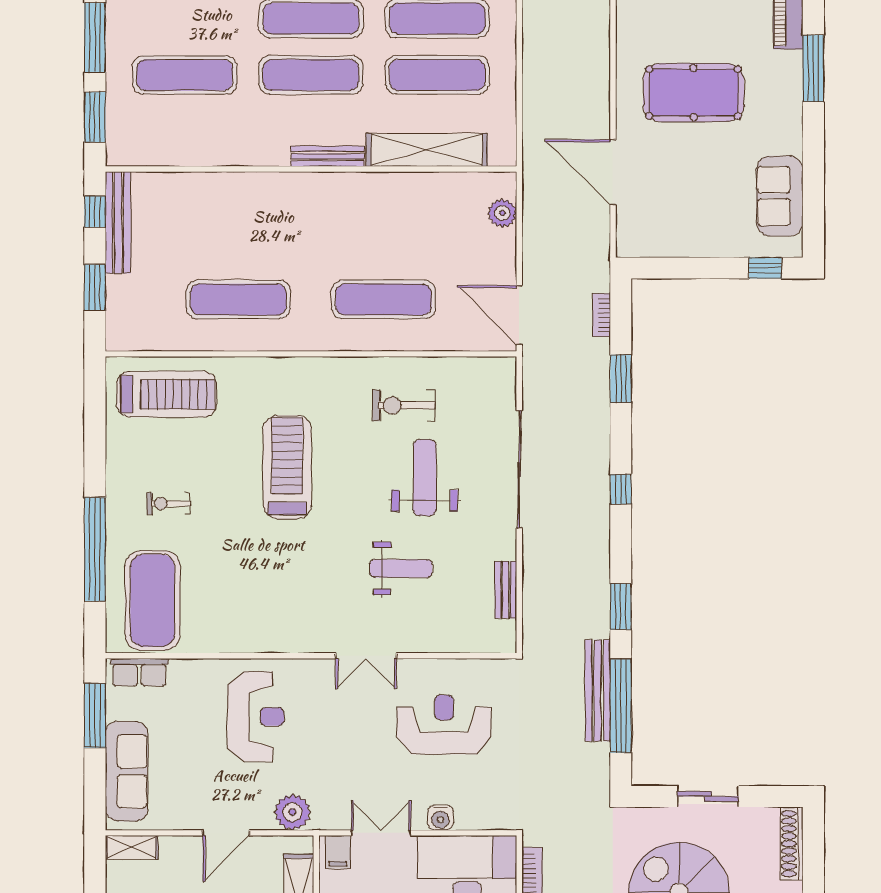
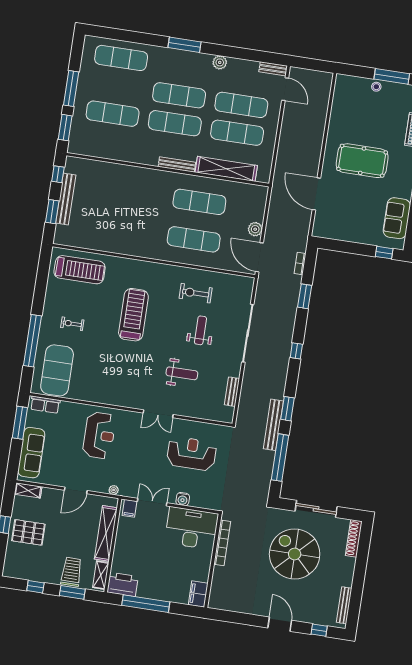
plant: (502, 213) -> (255, 229), moved
bench: (118, 223) -> (66, 199), moved
exercise mat: (238, 299) -> (199, 202), moved
weight bench: (425, 478) -> (200, 330), width x0.73, depth x0.75
bench: (598, 691) -> (273, 425), moved
sliding door: (708, 796) -> (316, 509), width x1.37
plant: (292, 812) -> (114, 490), width x0.53, depth x0.53

